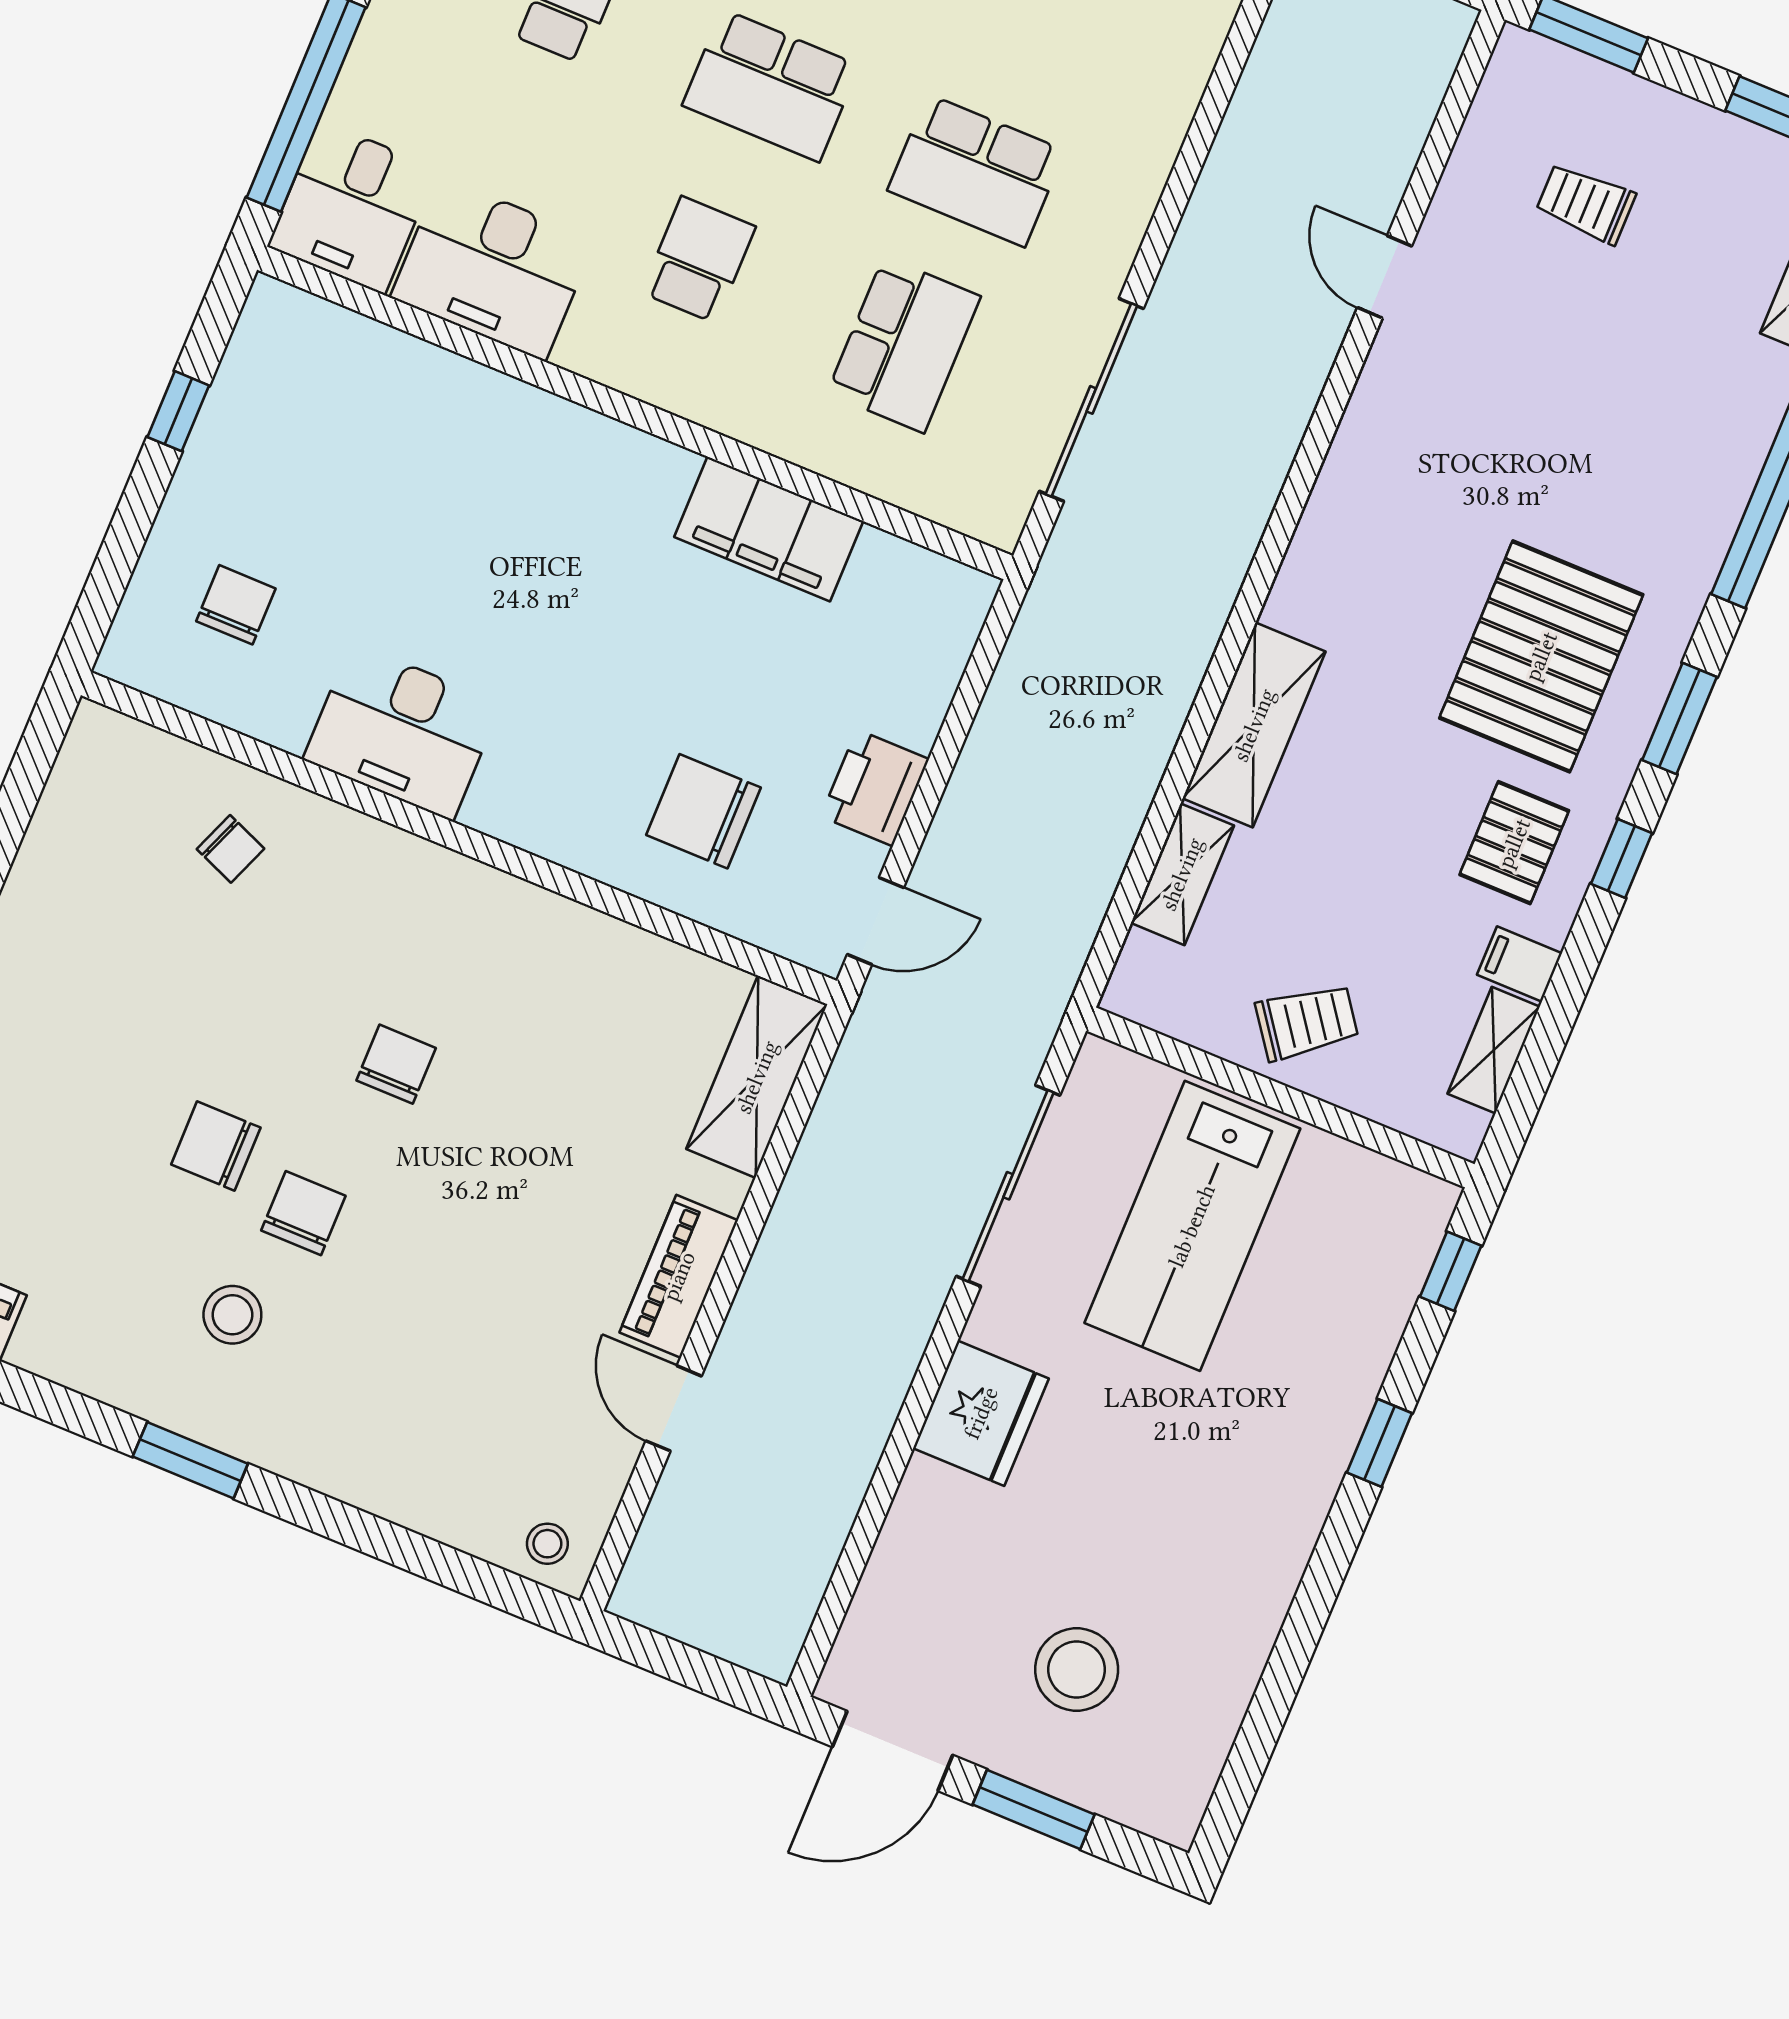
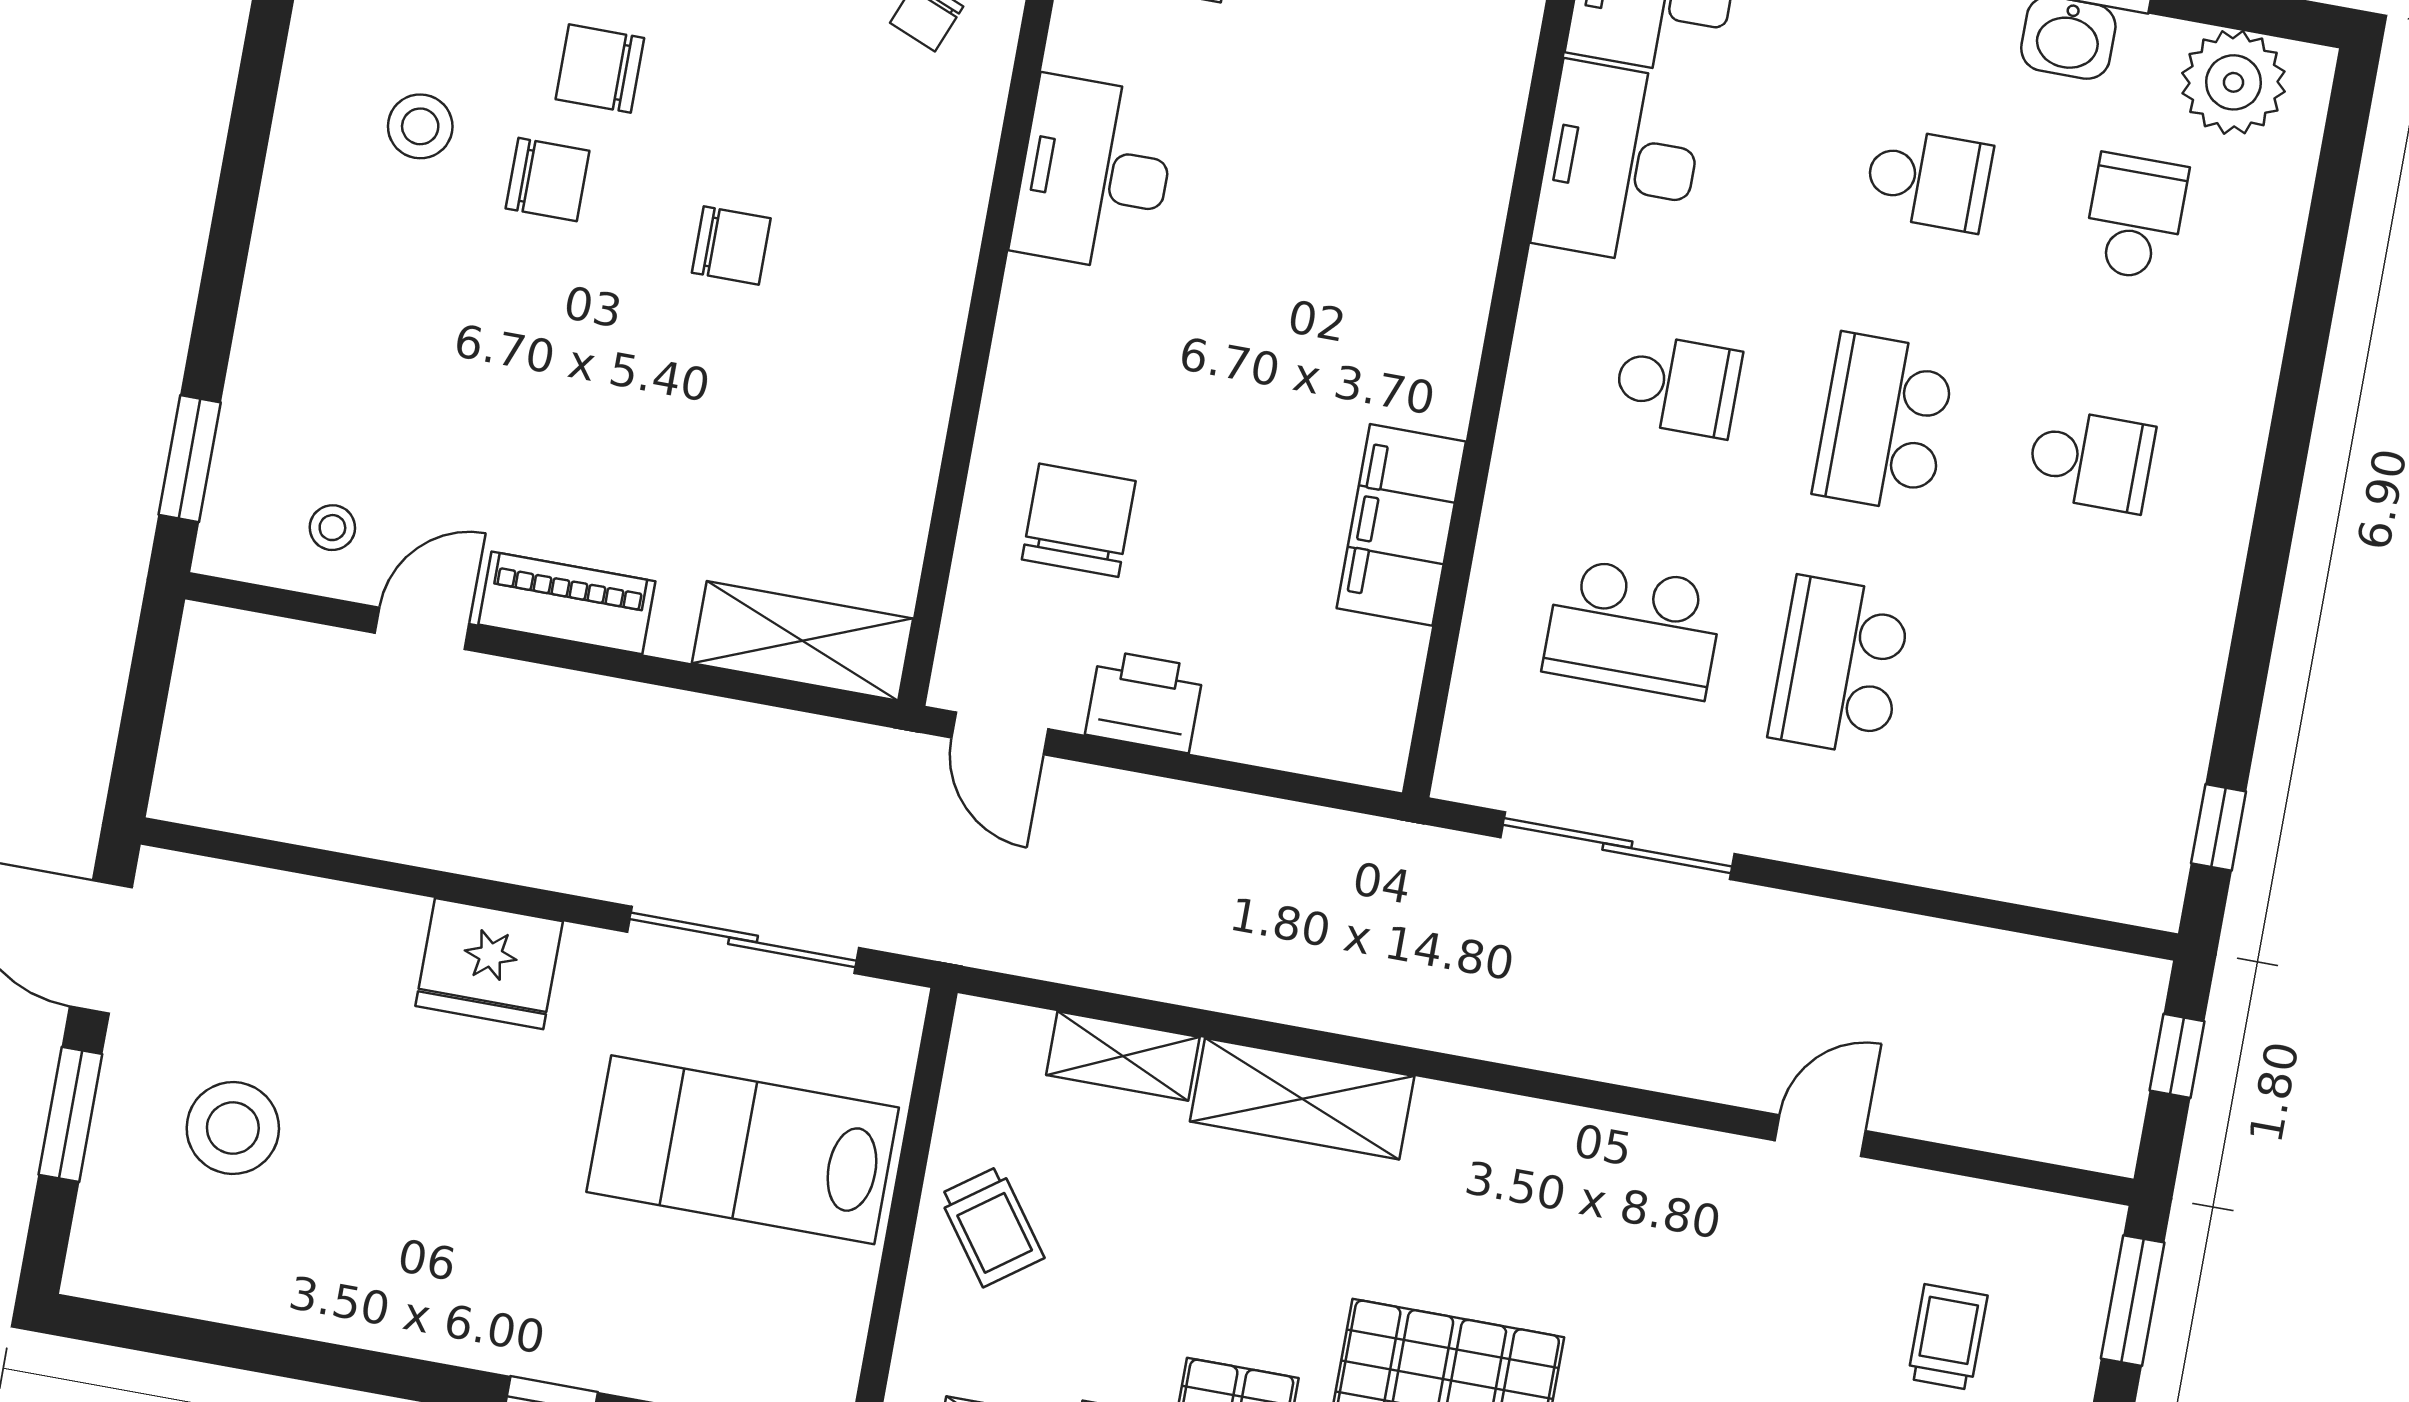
chair: (216, 1146) -> (600, 69), turned -90
window: (190, 1460) -> (190, 459), moved
stool: (547, 1544) -> (332, 528), moved

